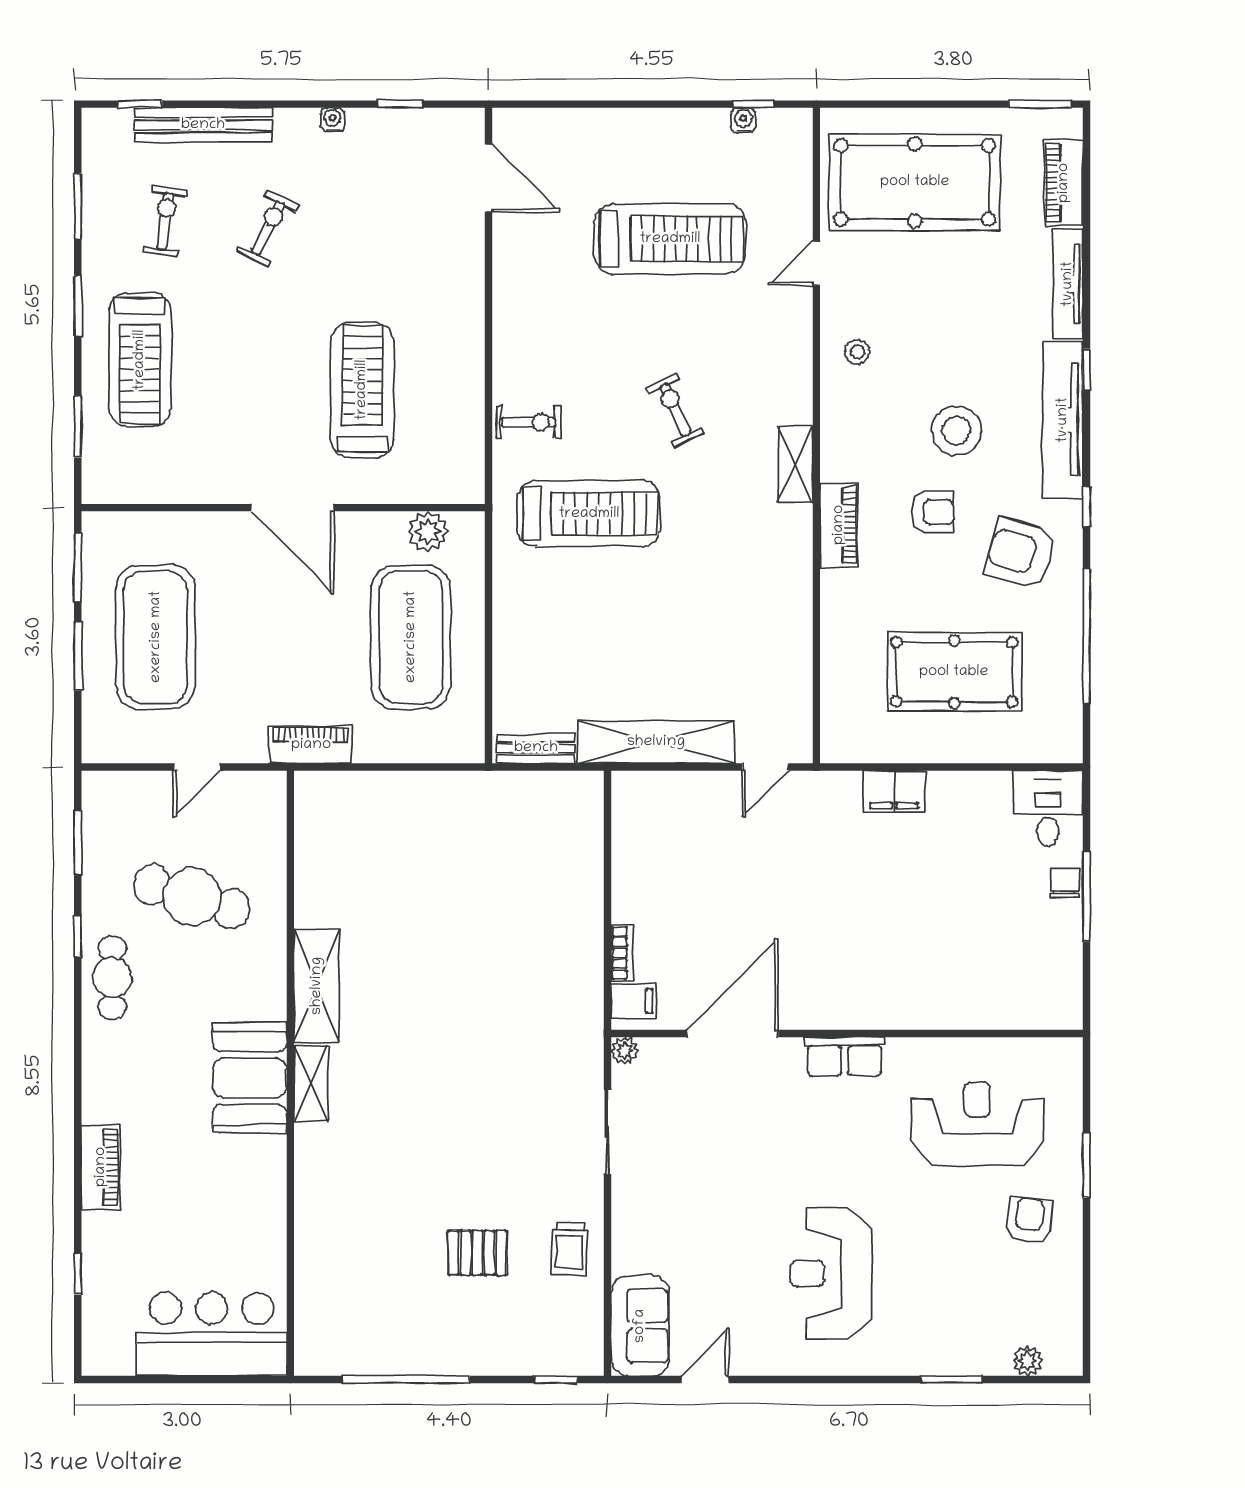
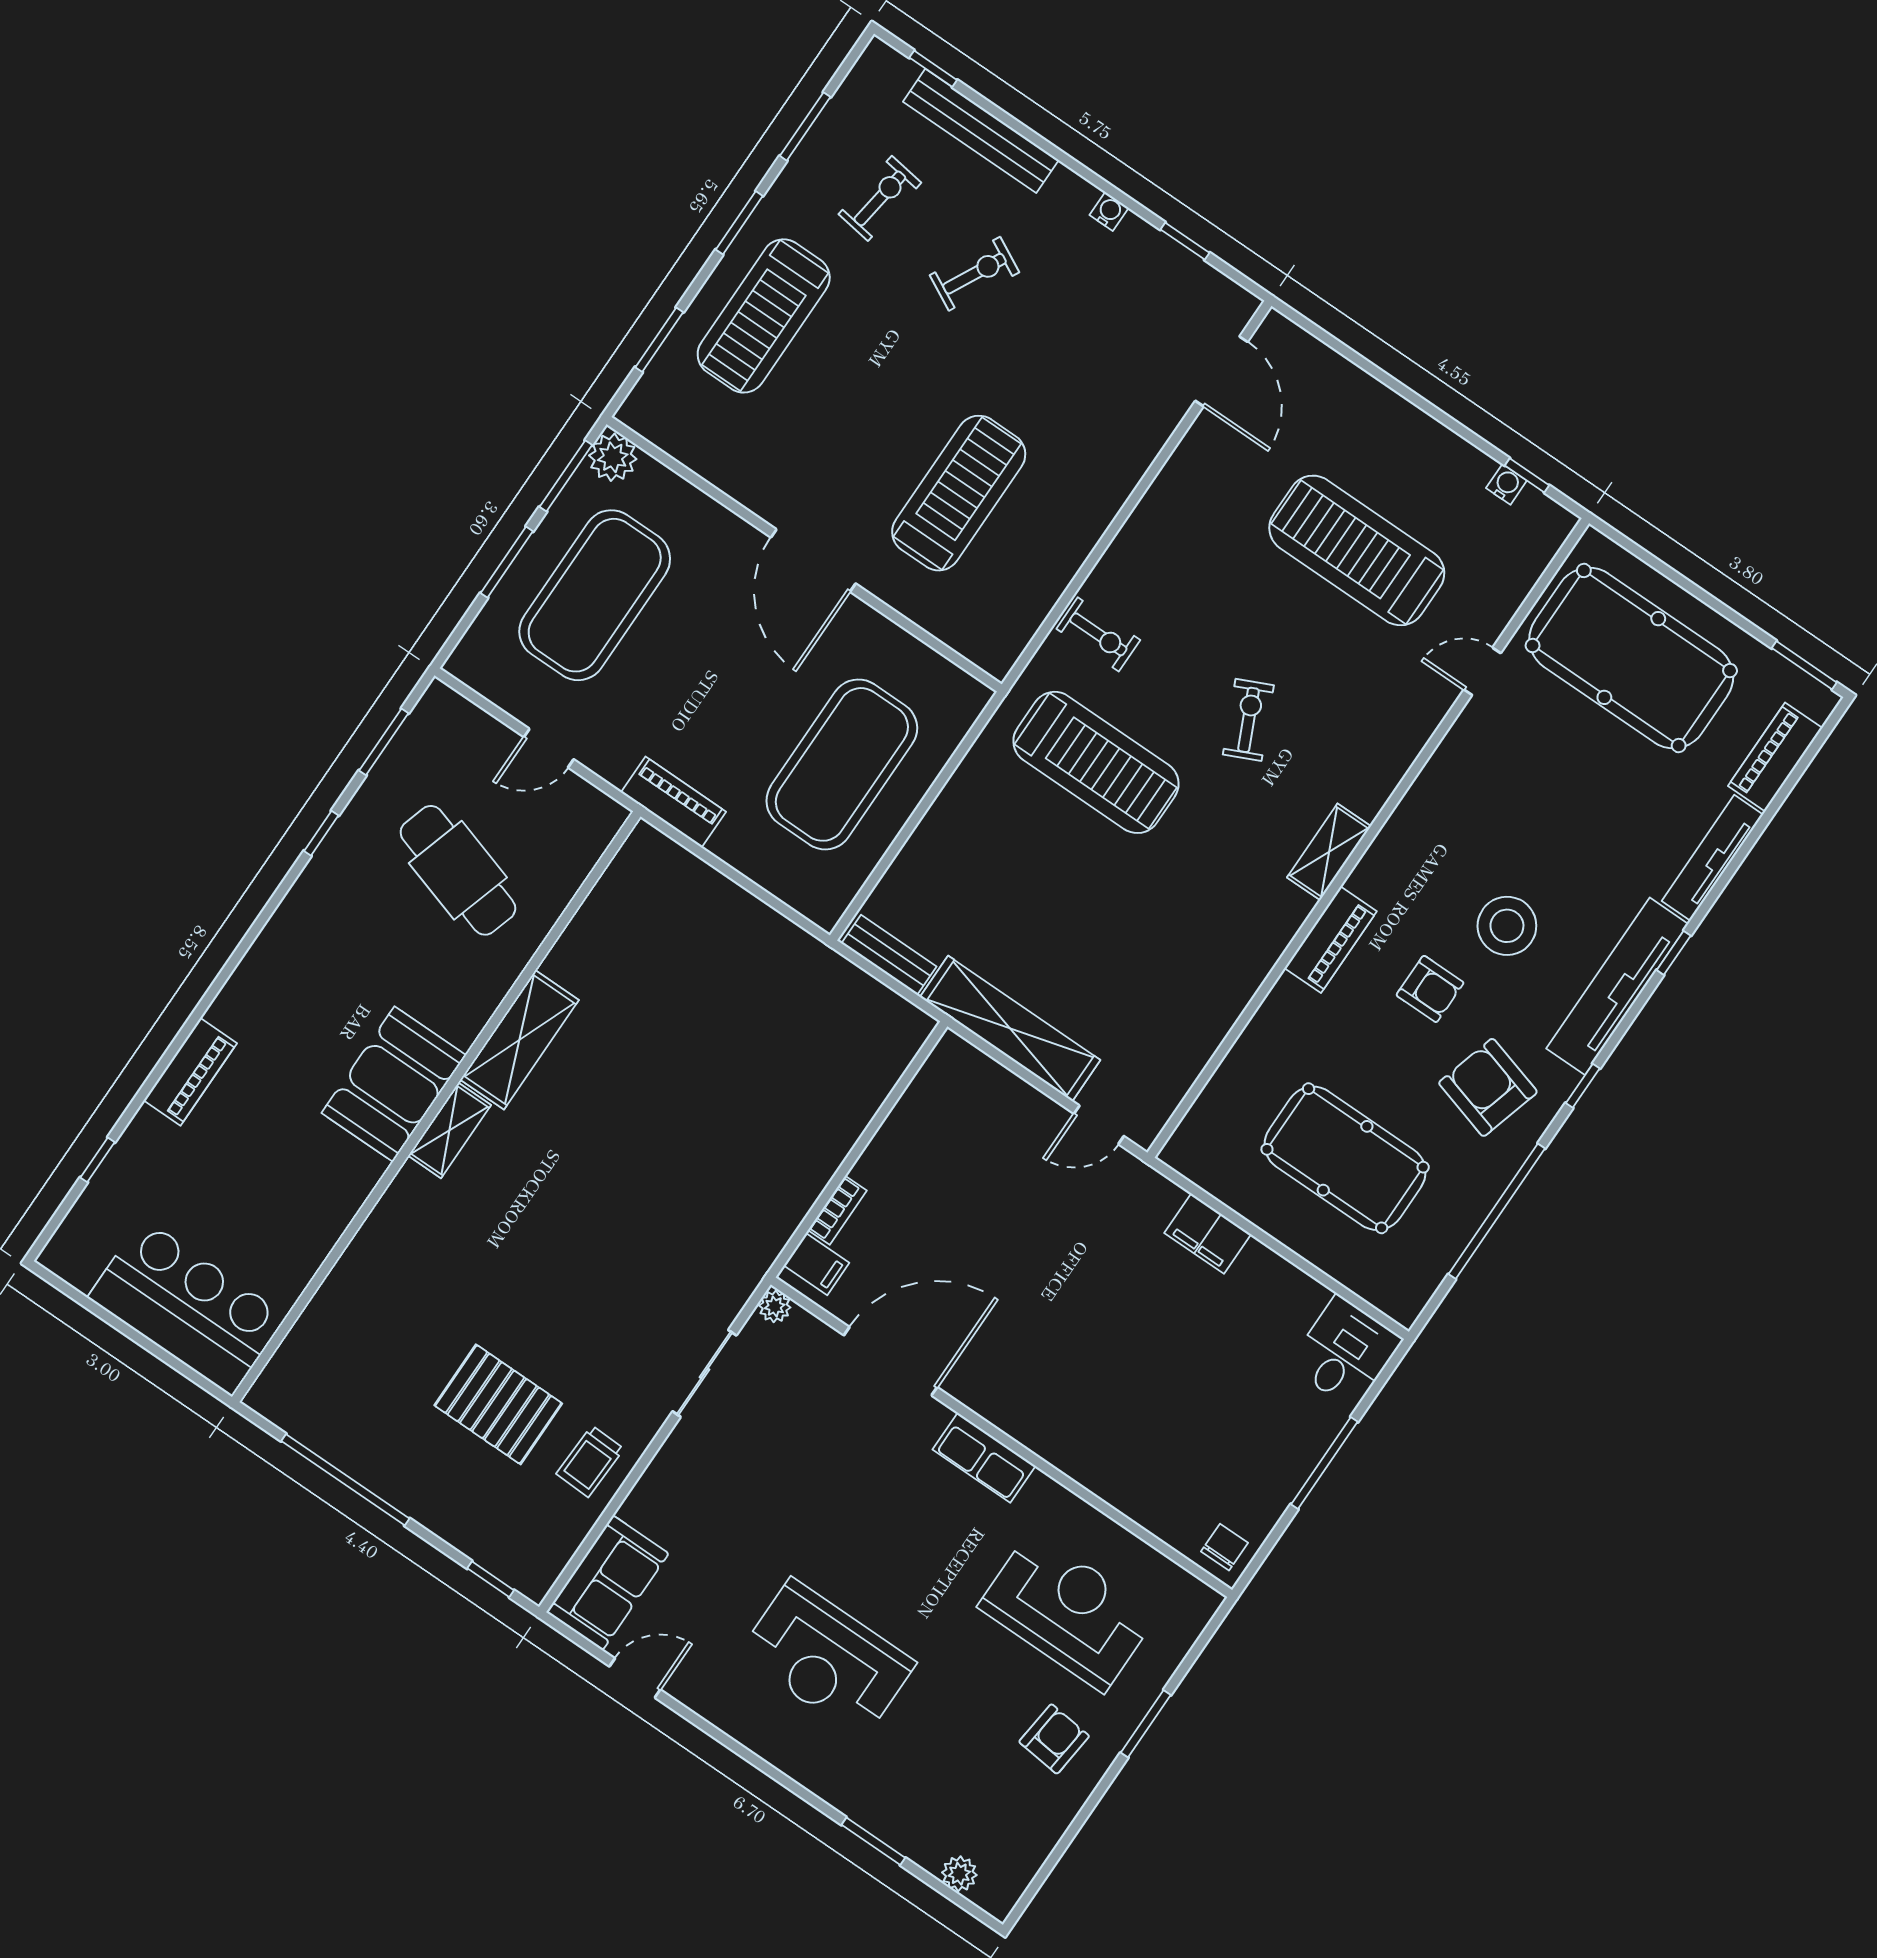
treadmill: (670, 239) -> (1357, 550), turned 180
stool: (857, 352) -> (1463, 784), removed
plant: (428, 532) -> (613, 457), moved
chair: (1065, 883) -> (1224, 1547), moved
cafe table: (112, 978) -> (327, 896), removed
pallet: (477, 1253) -> (498, 1404), width x1.50, depth x1.42
reception desk: (831, 1273) -> (827, 1659), turned -90

